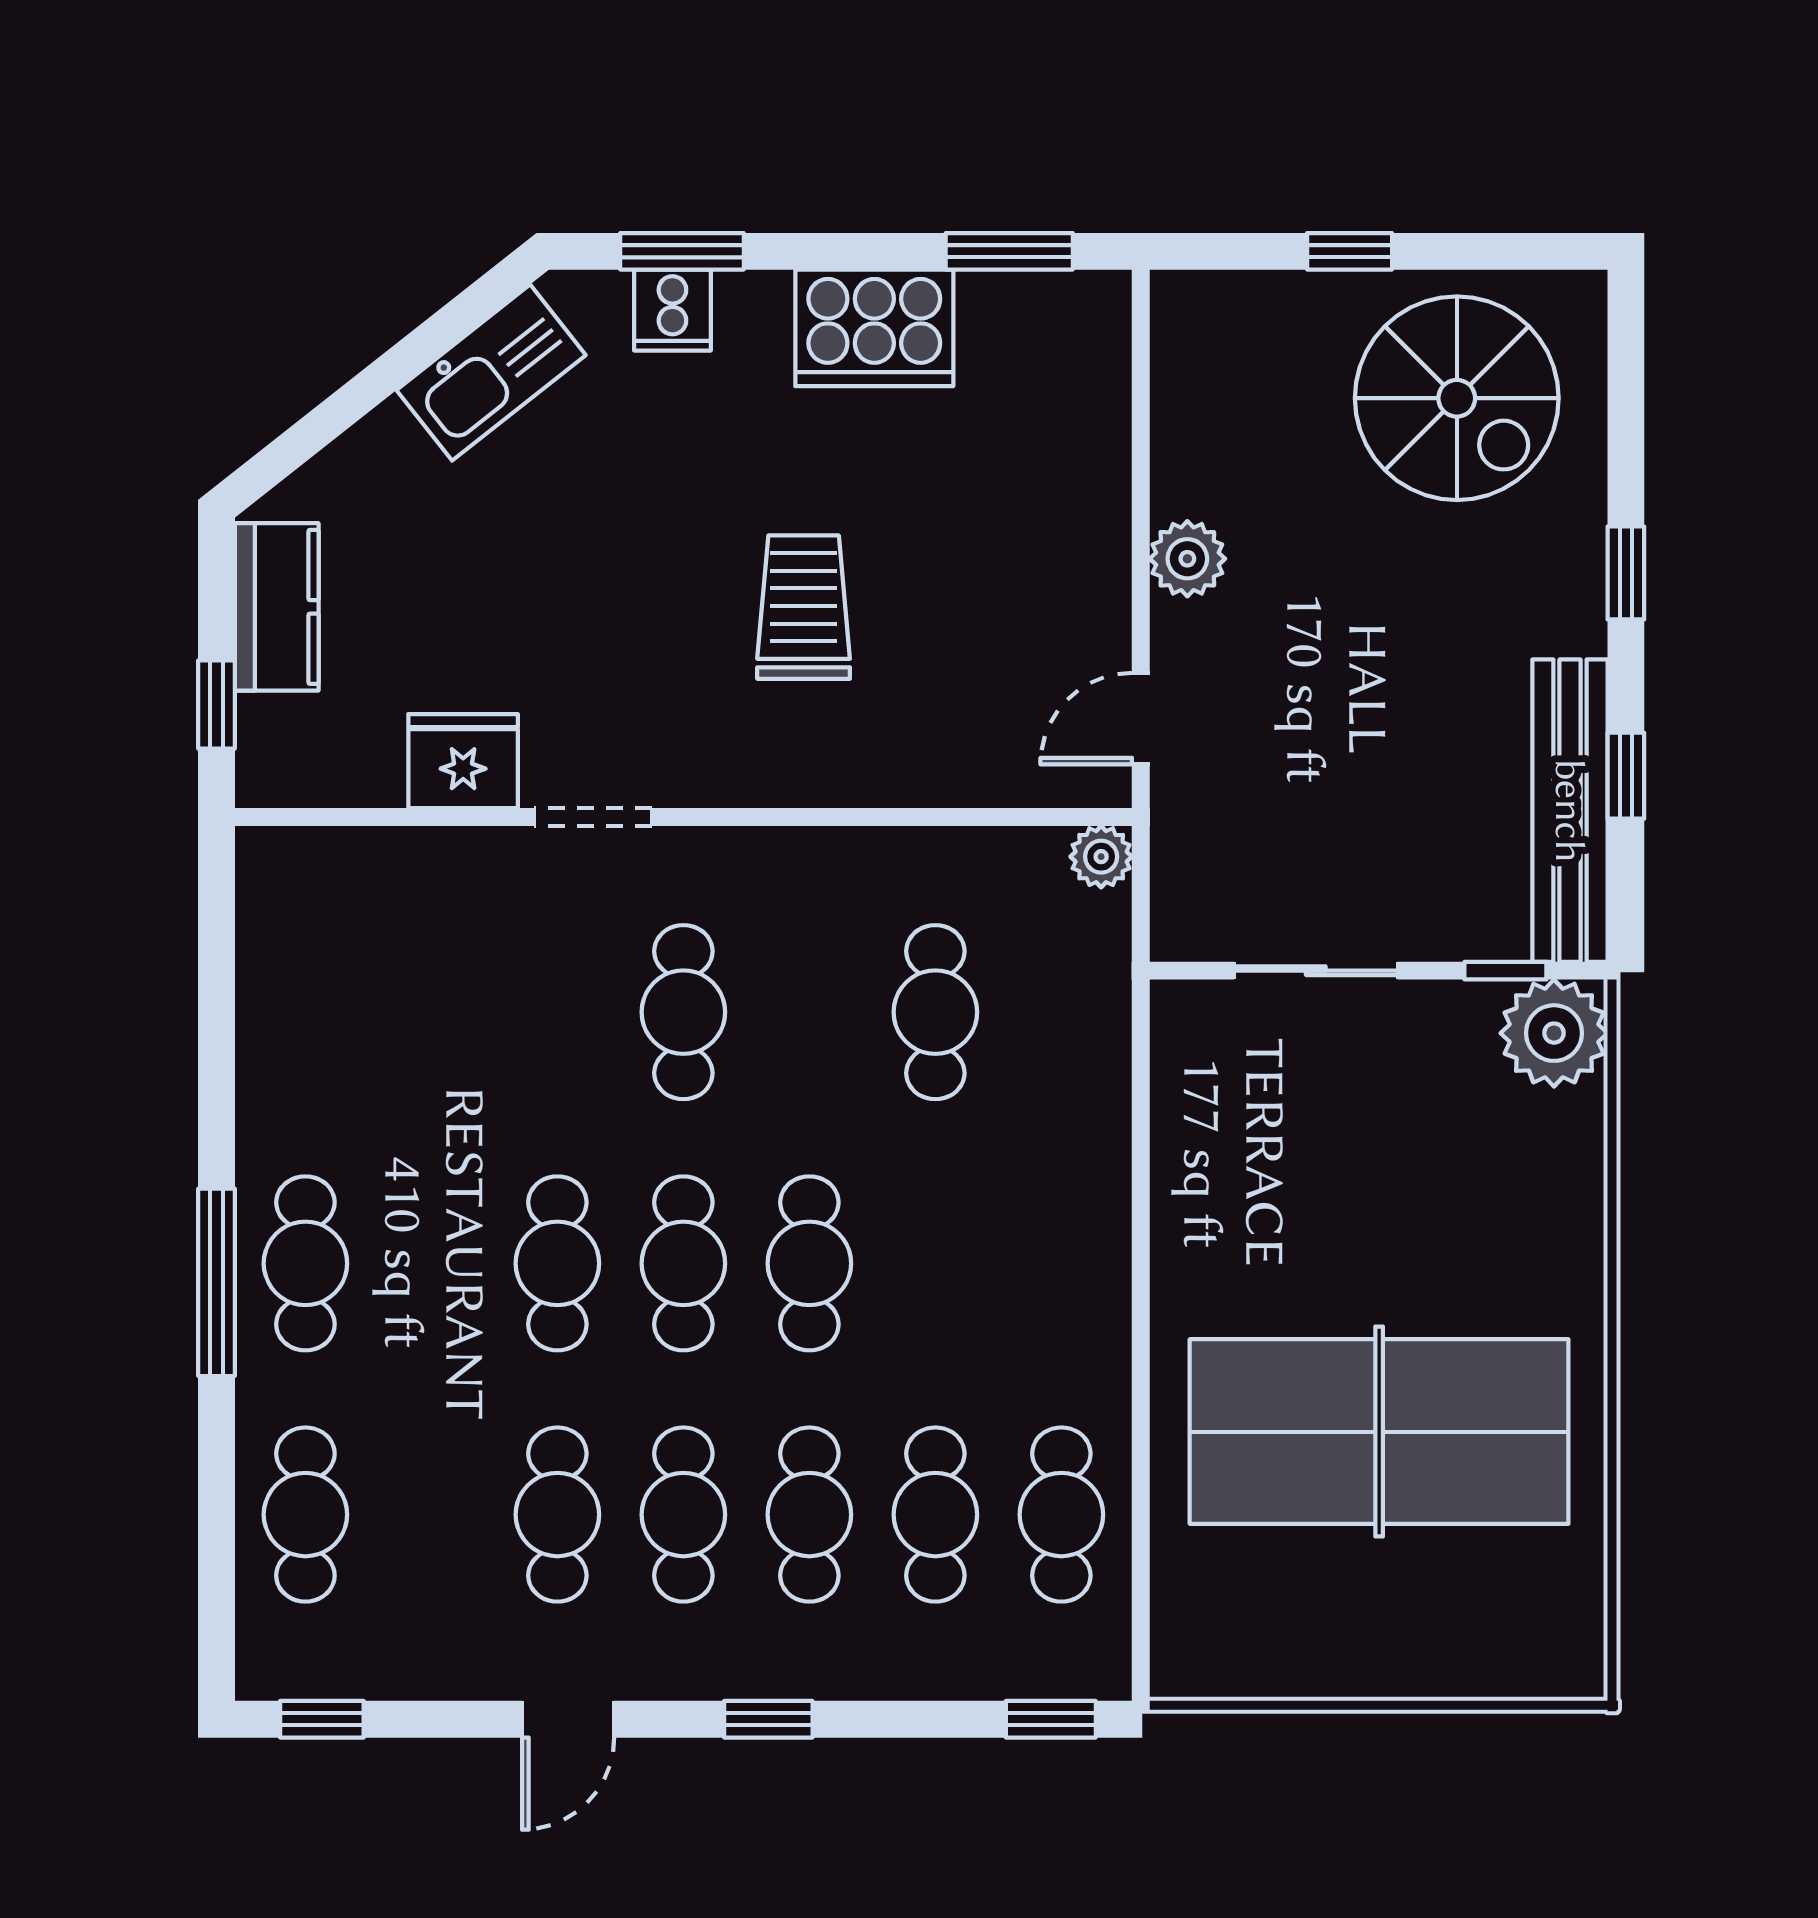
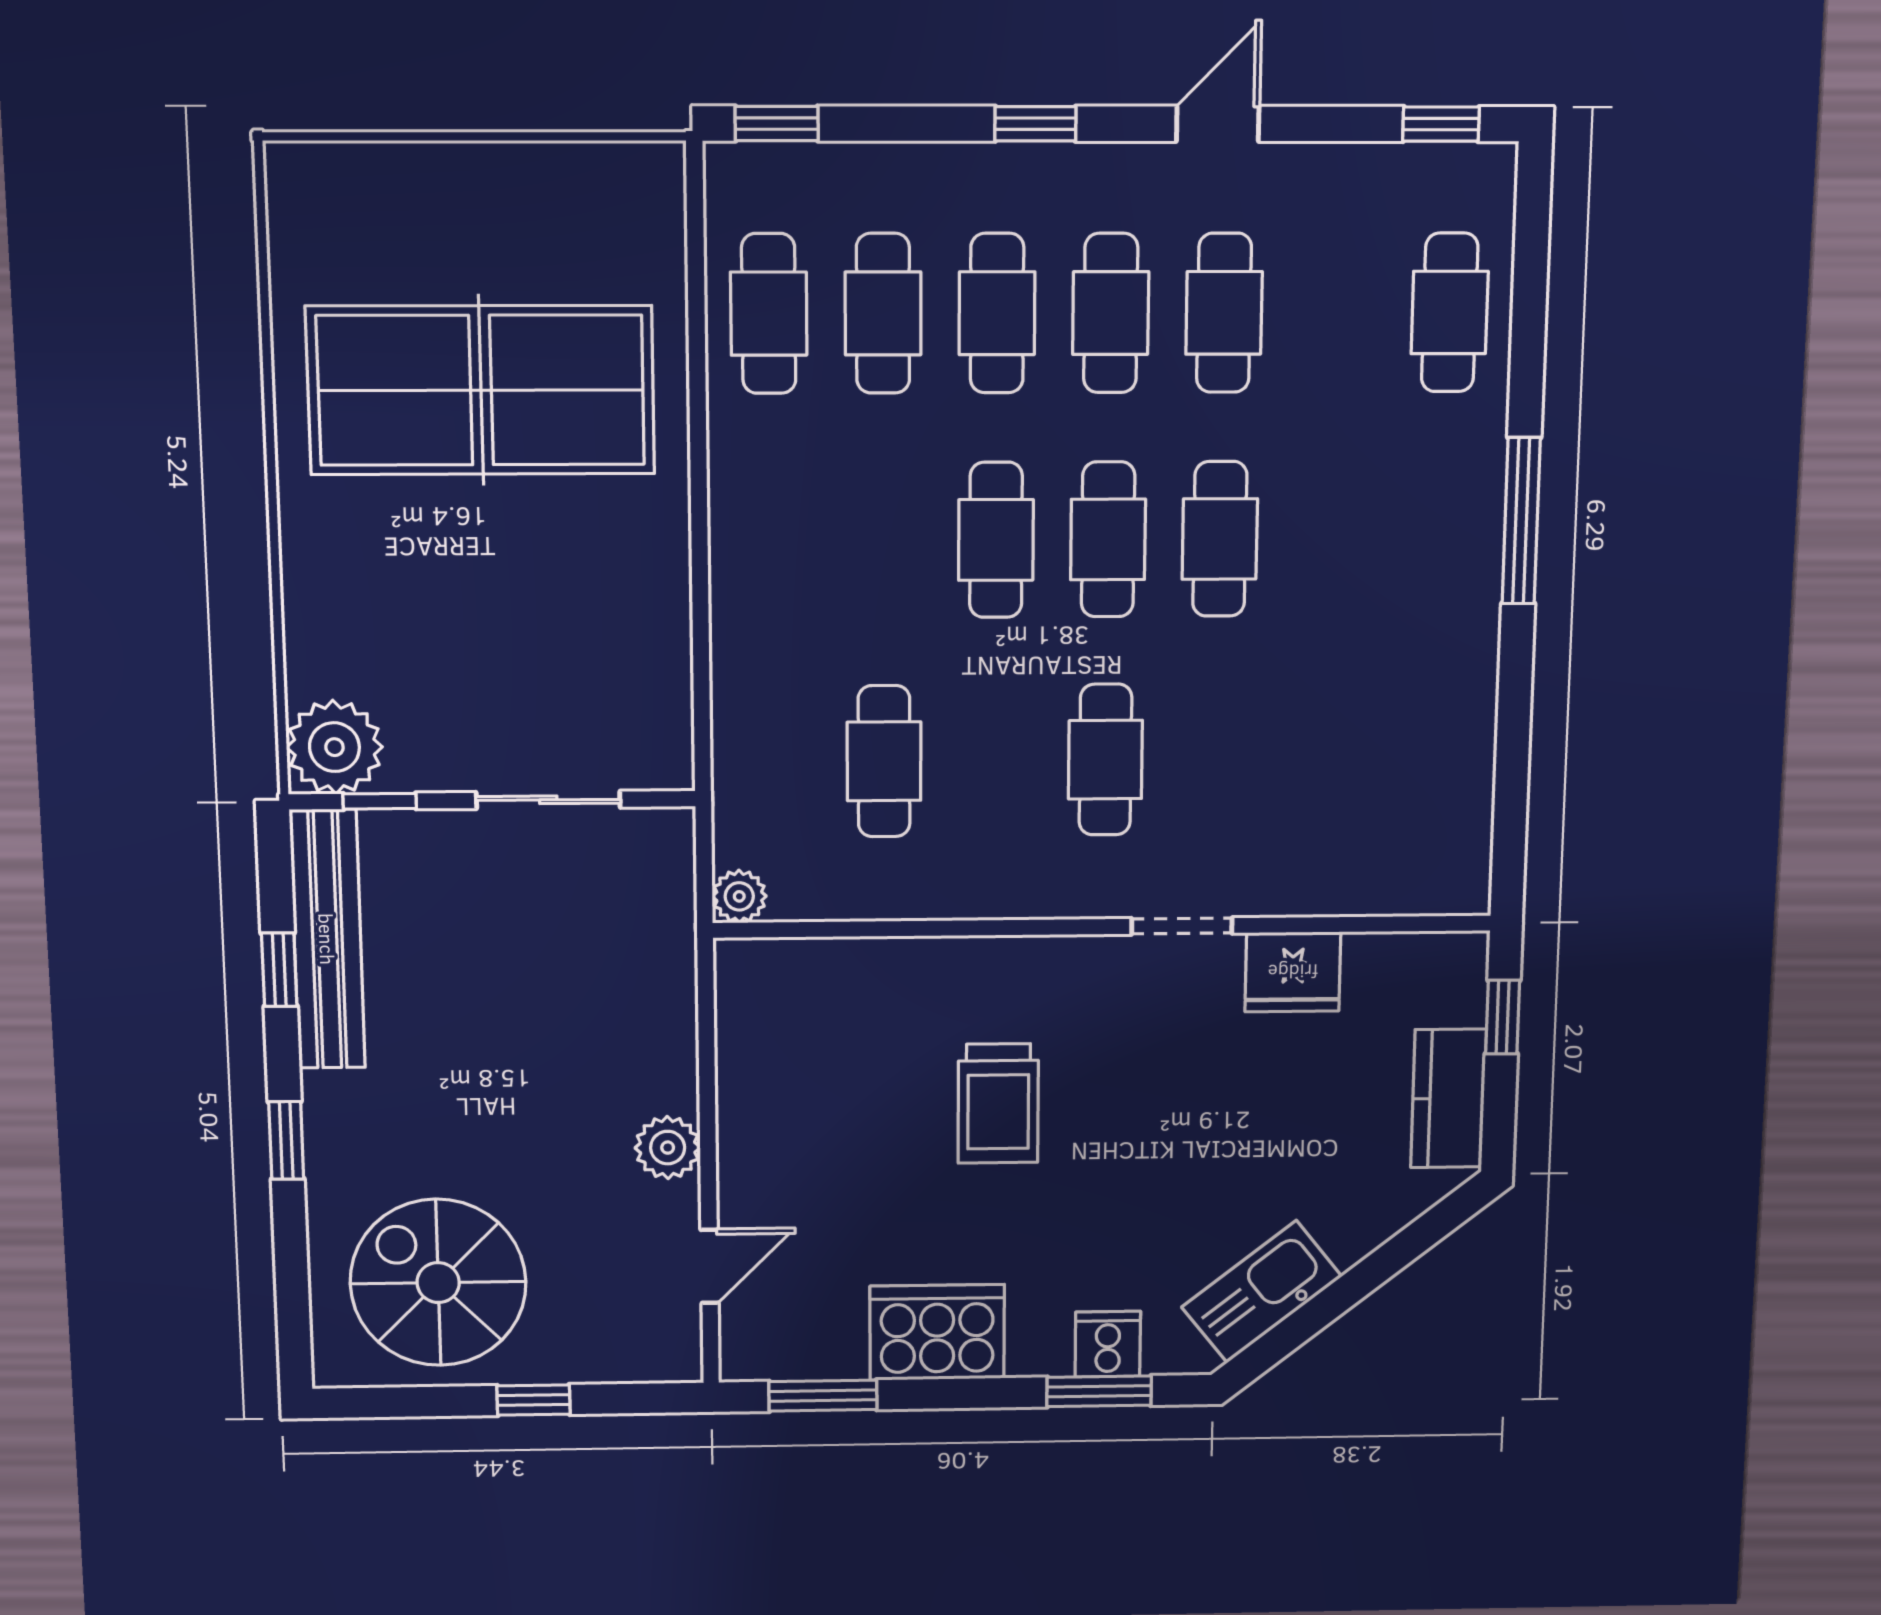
door: (1141, 719) -> (710, 1266), moved
cafe table: (305, 1263) -> (1442, 538), removed

